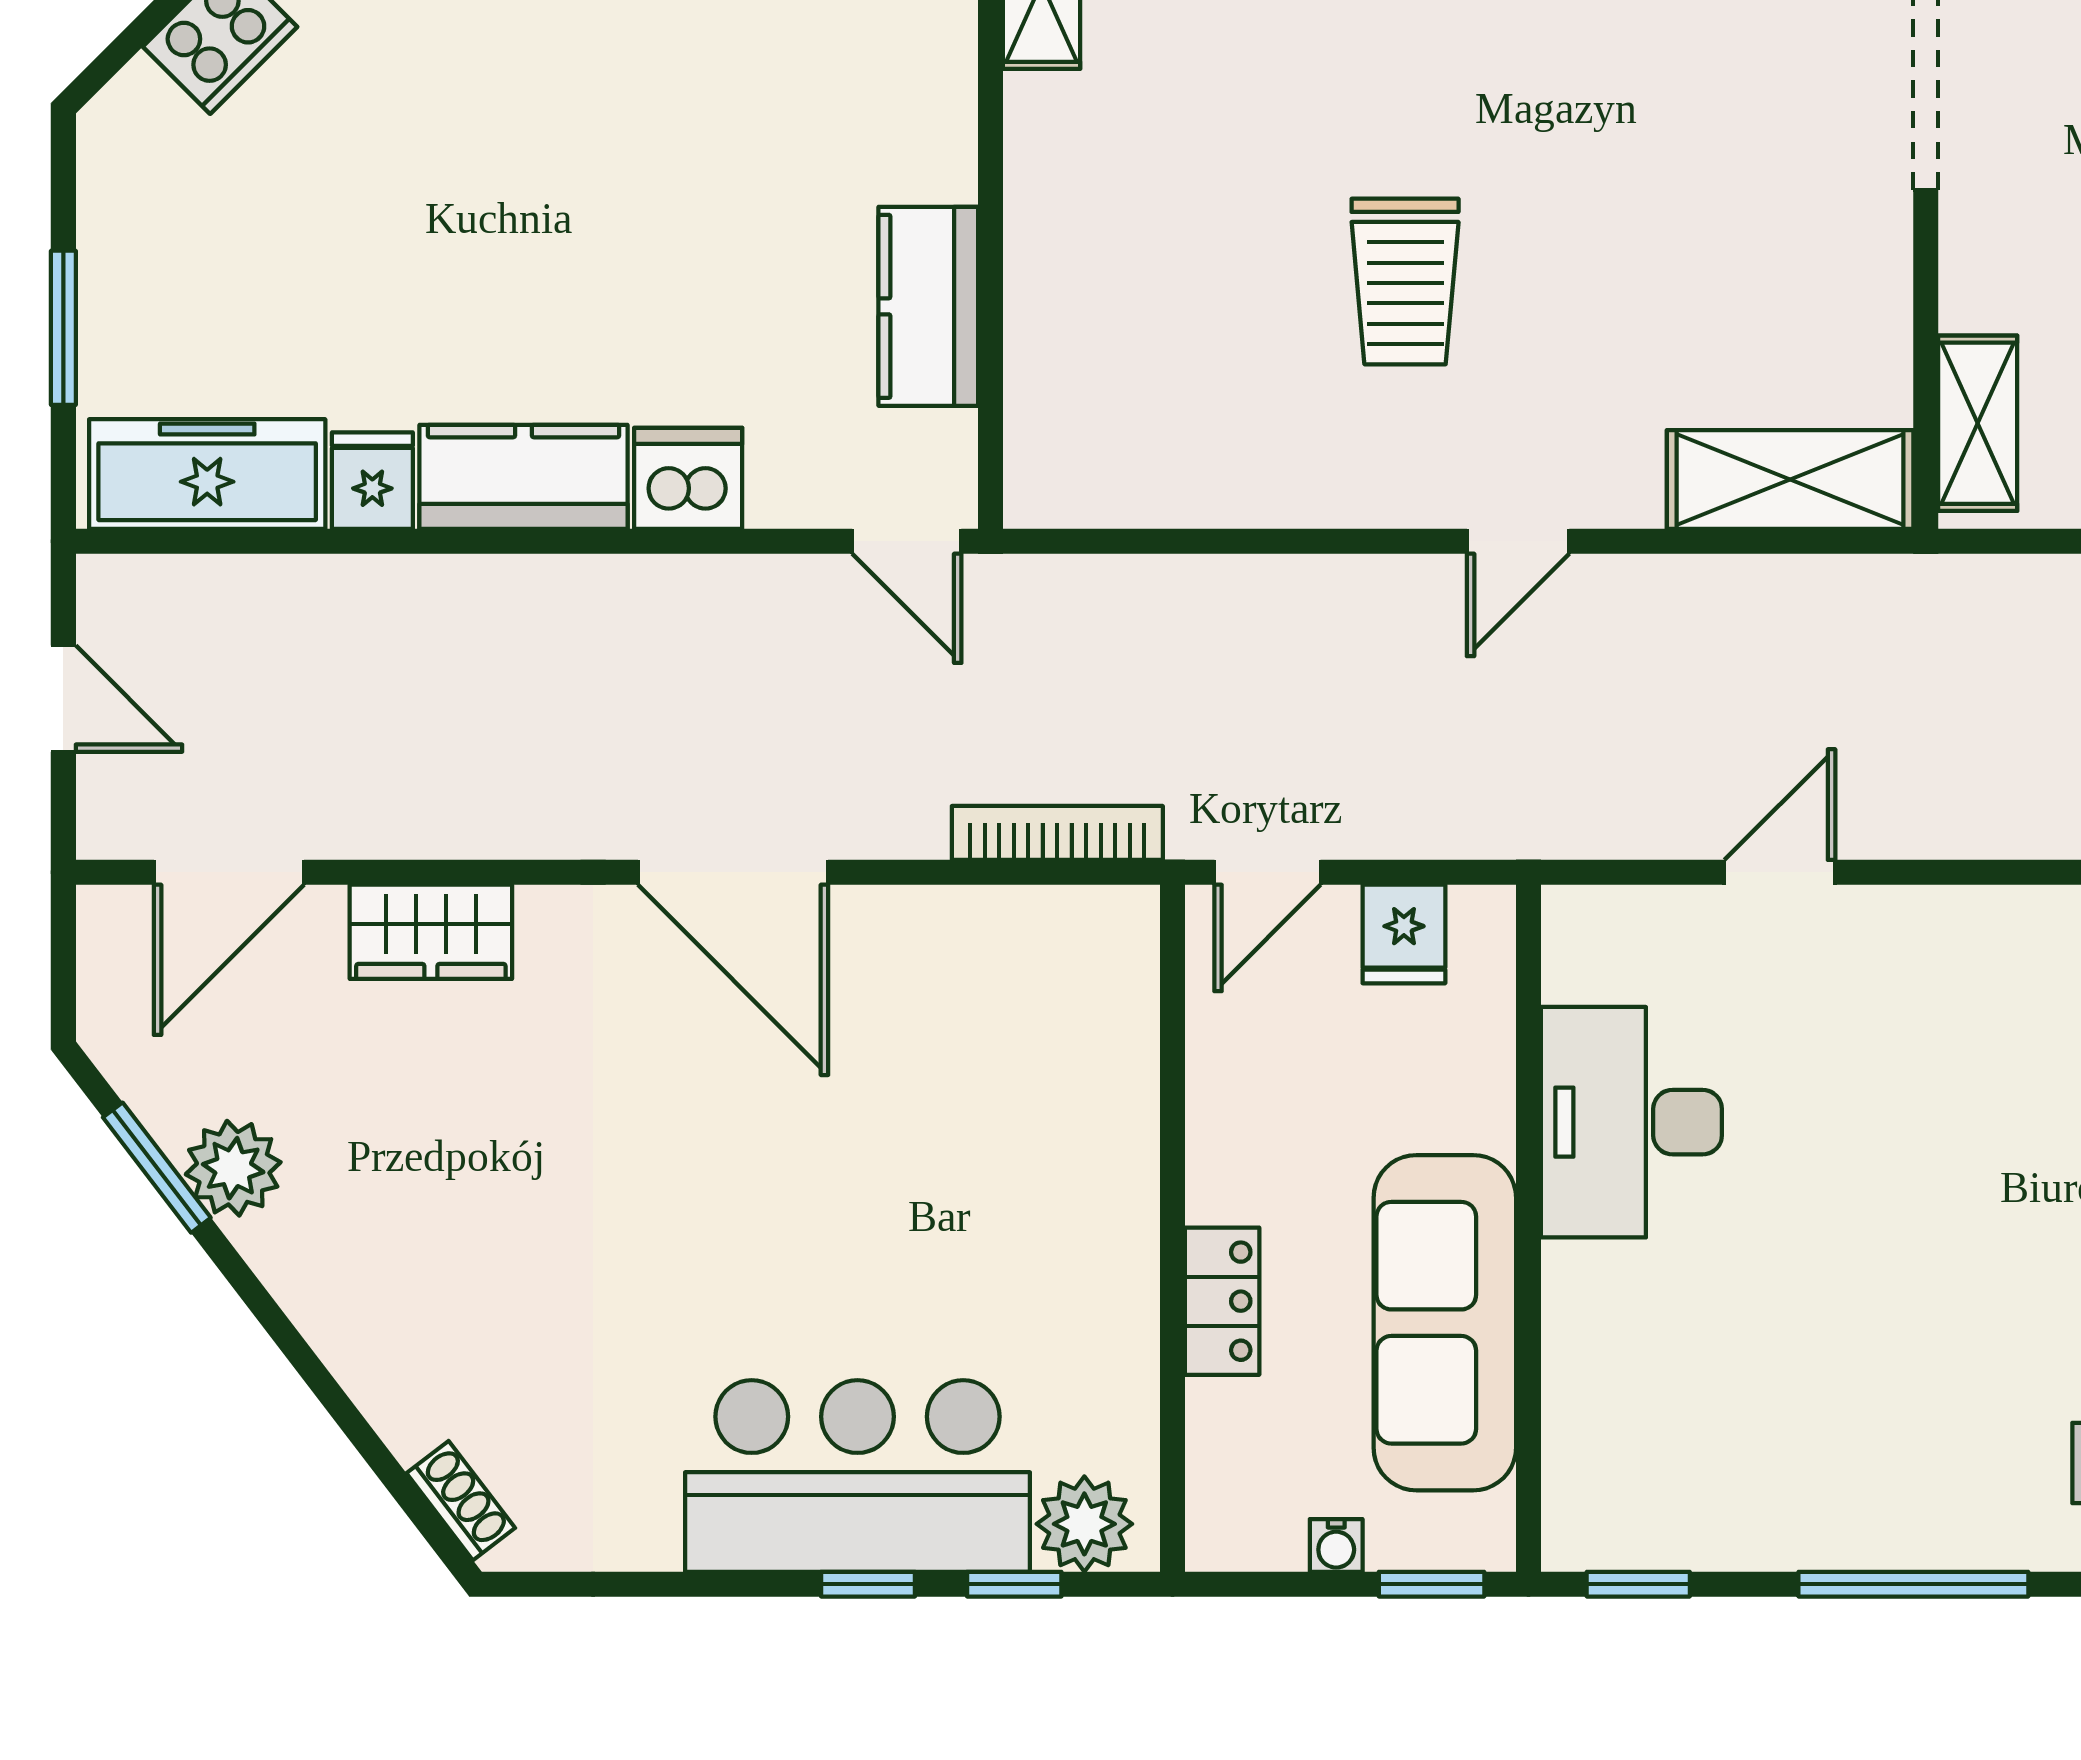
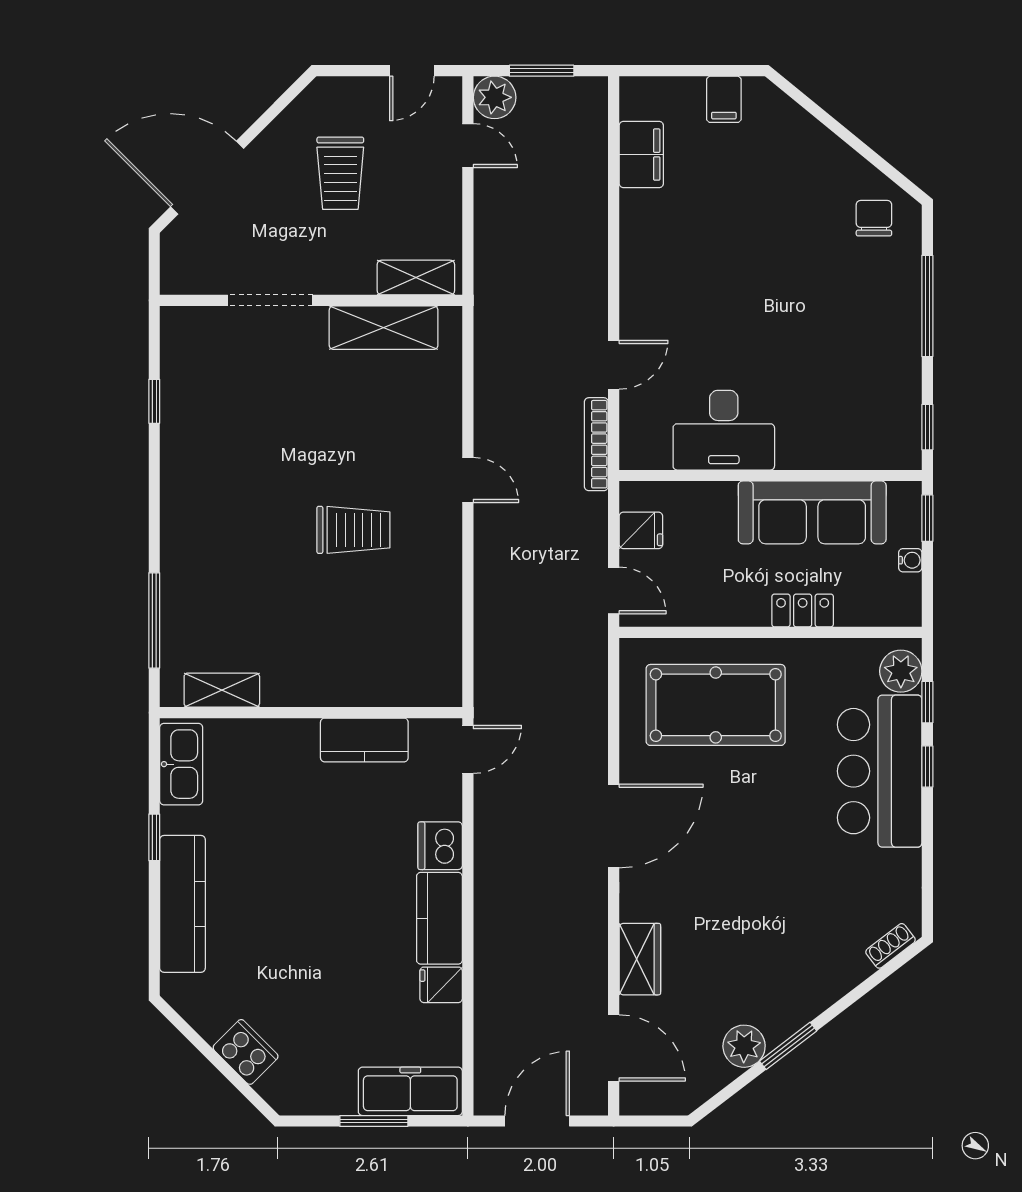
freezer: (207, 474) -> (410, 1091), moved, turned 90
shelving: (1790, 480) -> (384, 328), moved, turned 90
door: (63, 699) -> (537, 1121), width x1.38
bookcase: (1057, 833) -> (596, 444), moved
door: (1780, 872) -> (614, 365), swing flipped
pool table: (1008, 1104) -> (716, 705), added
window: (157, 1168) -> (788, 1046), moved

